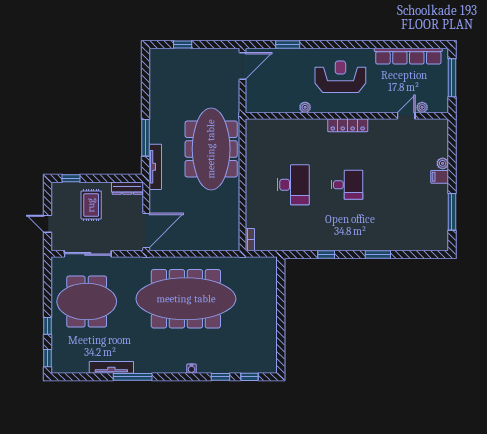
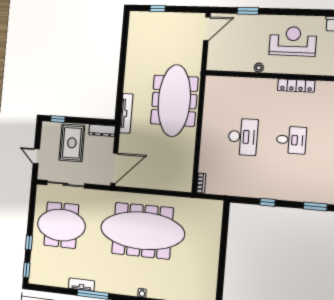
window: (145, 138) -> (120, 88), removed
rug: (91, 205) -> (72, 143), width x1.36, depth x1.43
tv unit: (111, 367) -> (81, 285), width x0.71

